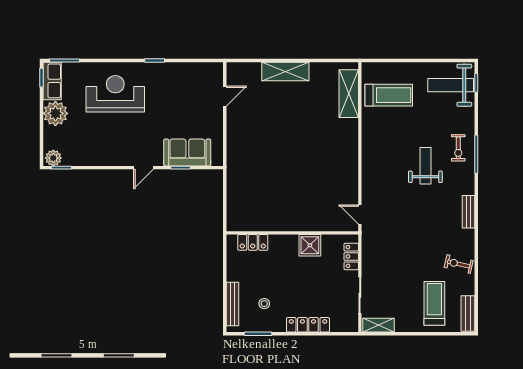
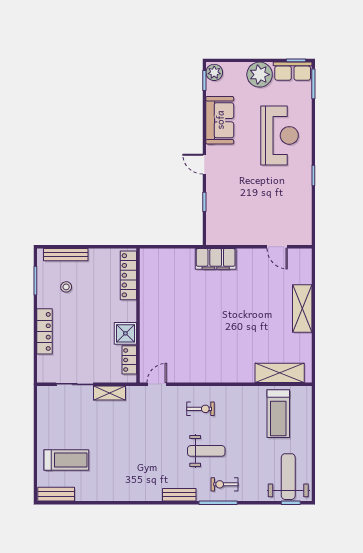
sofa: (187, 153) -> (220, 120), moved
filing cabinet: (237, 157) -> (216, 259), added
bench: (468, 212) -> (179, 495), moved
locker: (253, 242) -> (128, 275), width x1.53
locker: (351, 256) -> (129, 360), moved, turned -90
exercise bike: (459, 264) -> (200, 409), moved, turned 77
shelving: (378, 325) -> (109, 393), moved, turned 90

